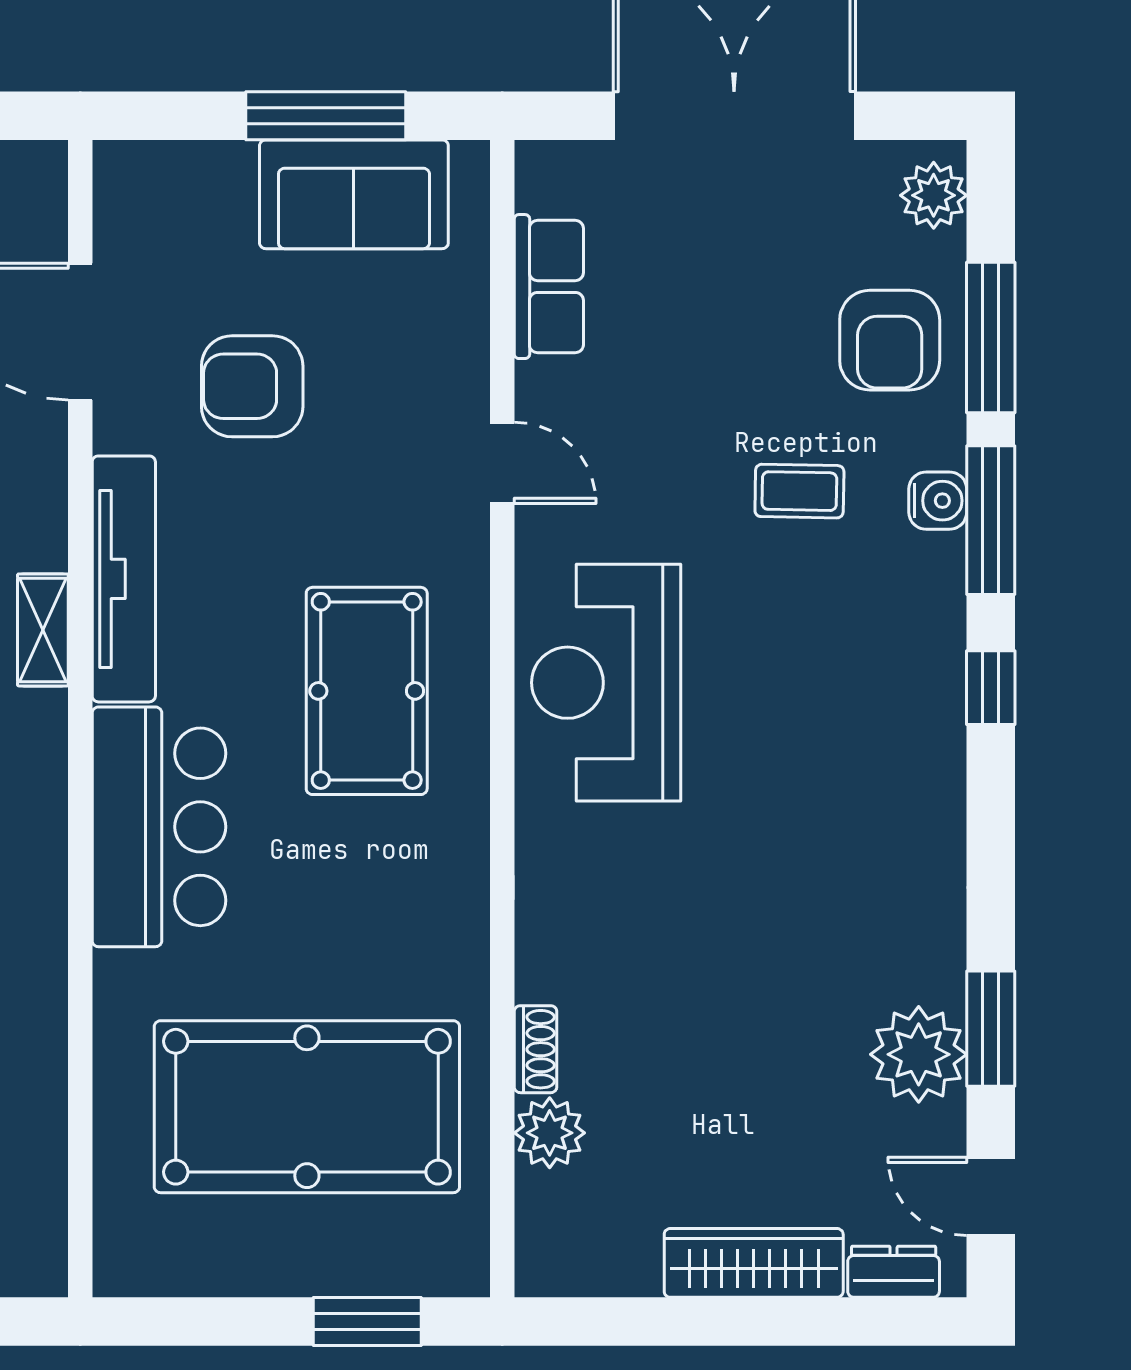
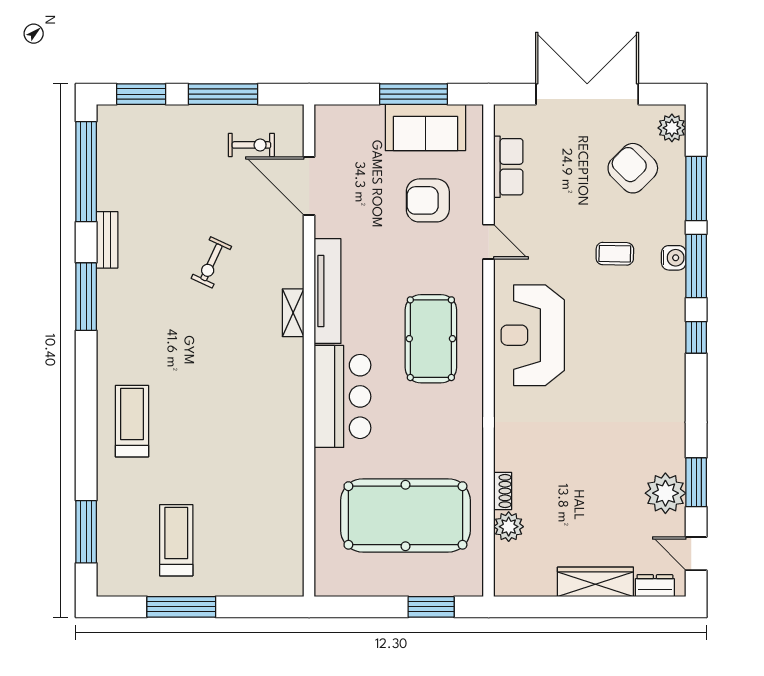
armchair: (890, 340) -> (633, 168), moved, turned 135
armchair: (252, 386) -> (428, 200), moved

